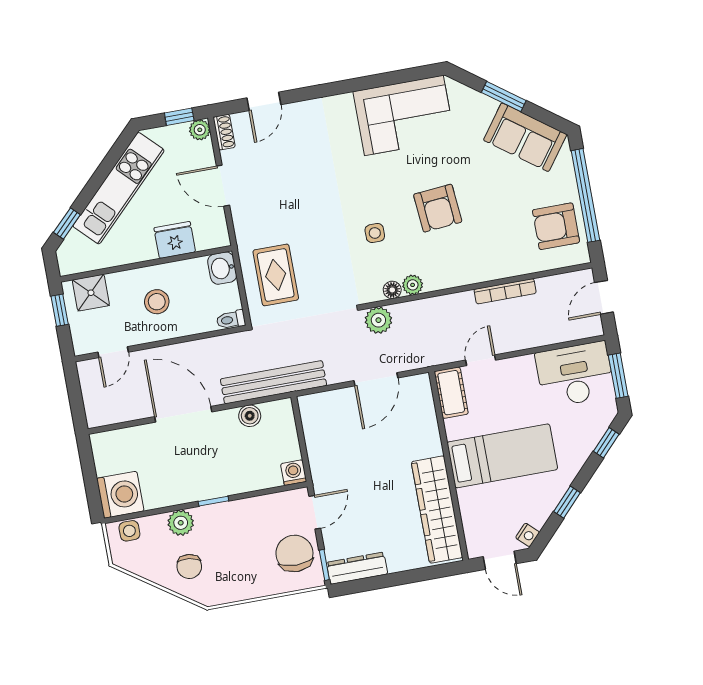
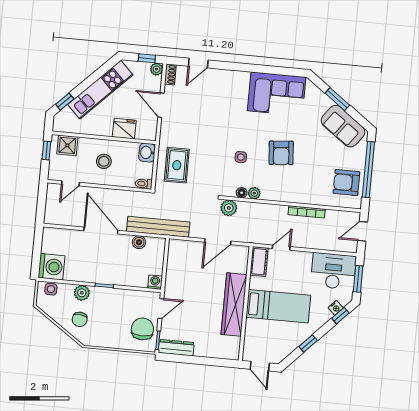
wardrobe: (437, 510) -> (234, 305), moved
nightstand: (527, 535) -> (336, 308), moved

